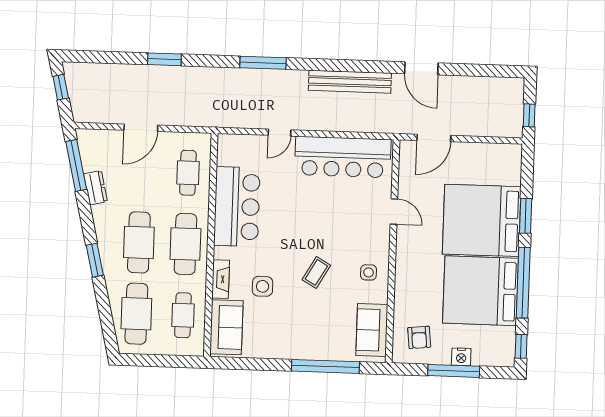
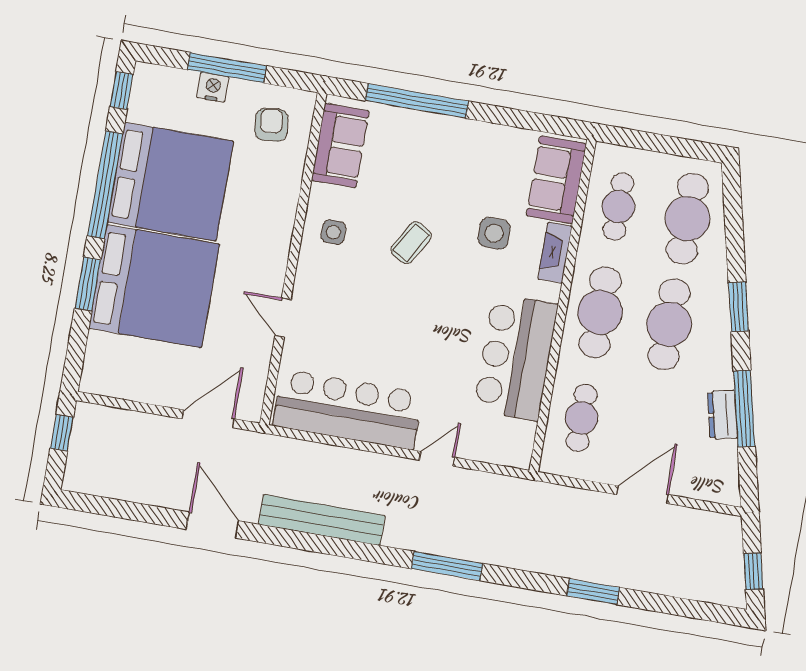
window: (76, 165) -> (744, 409), moved

